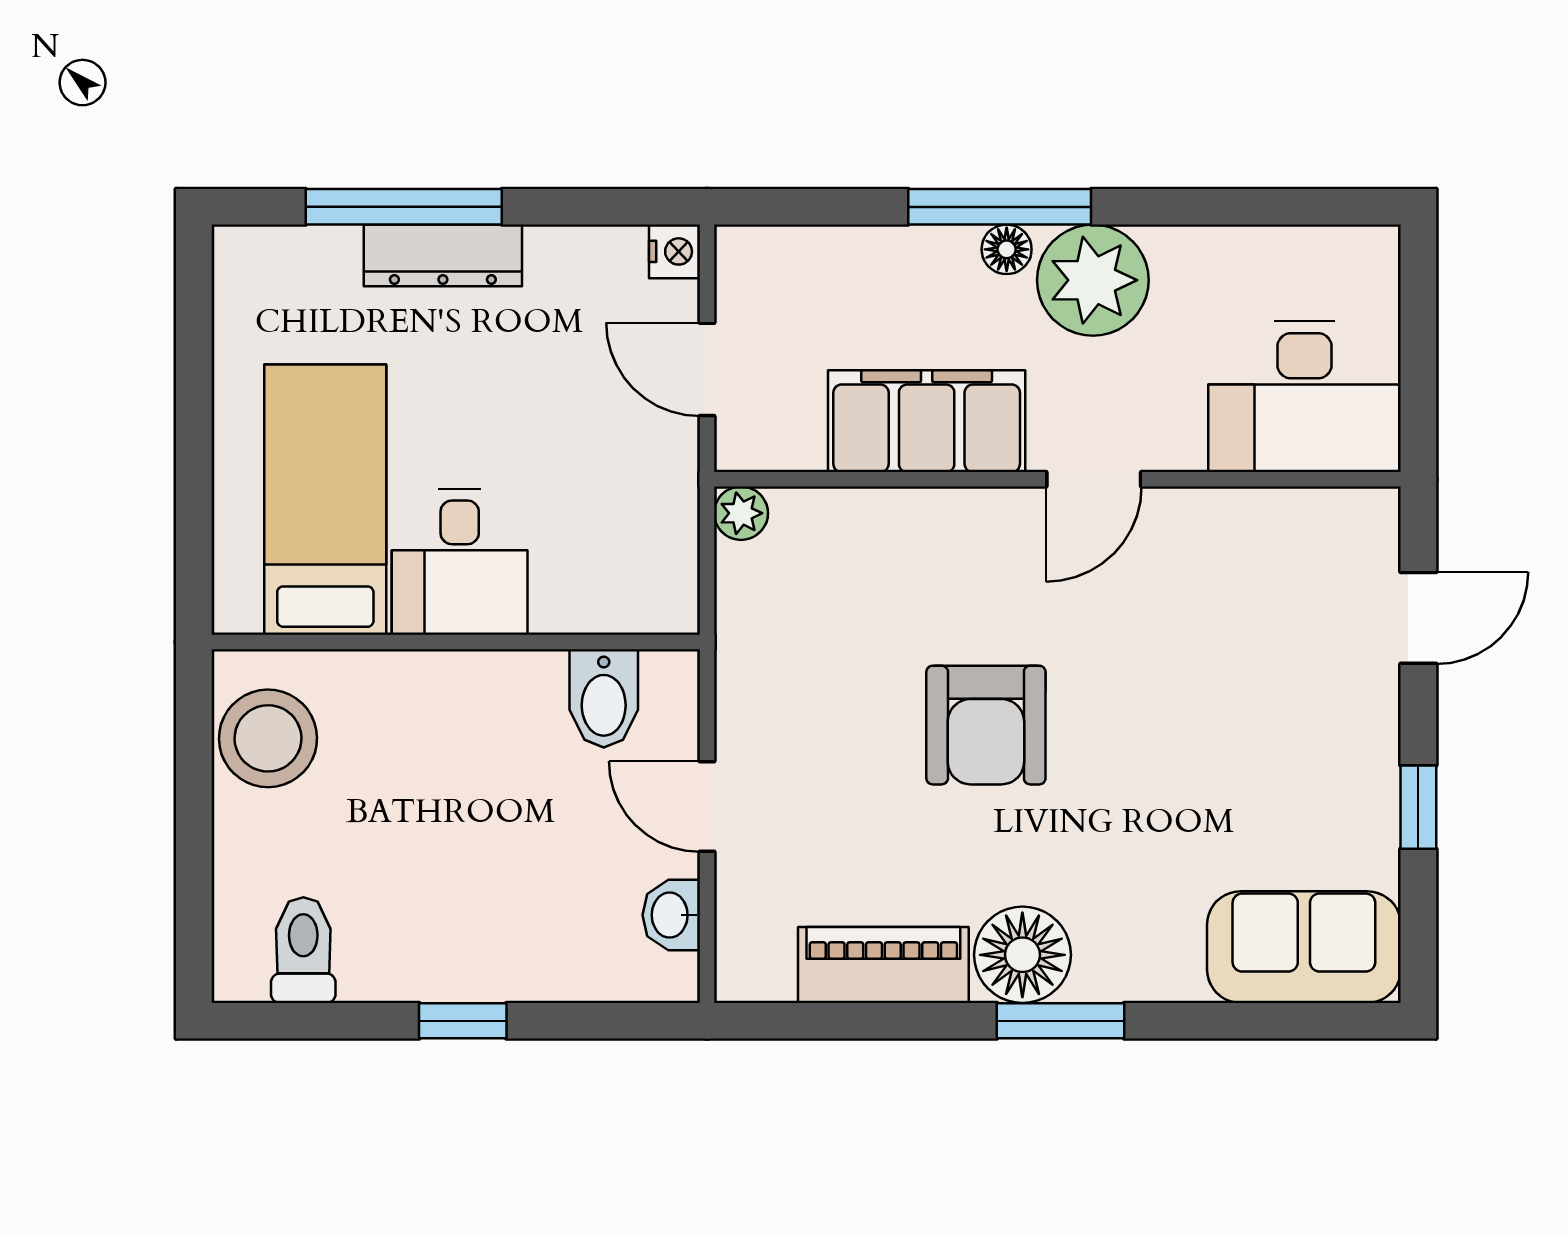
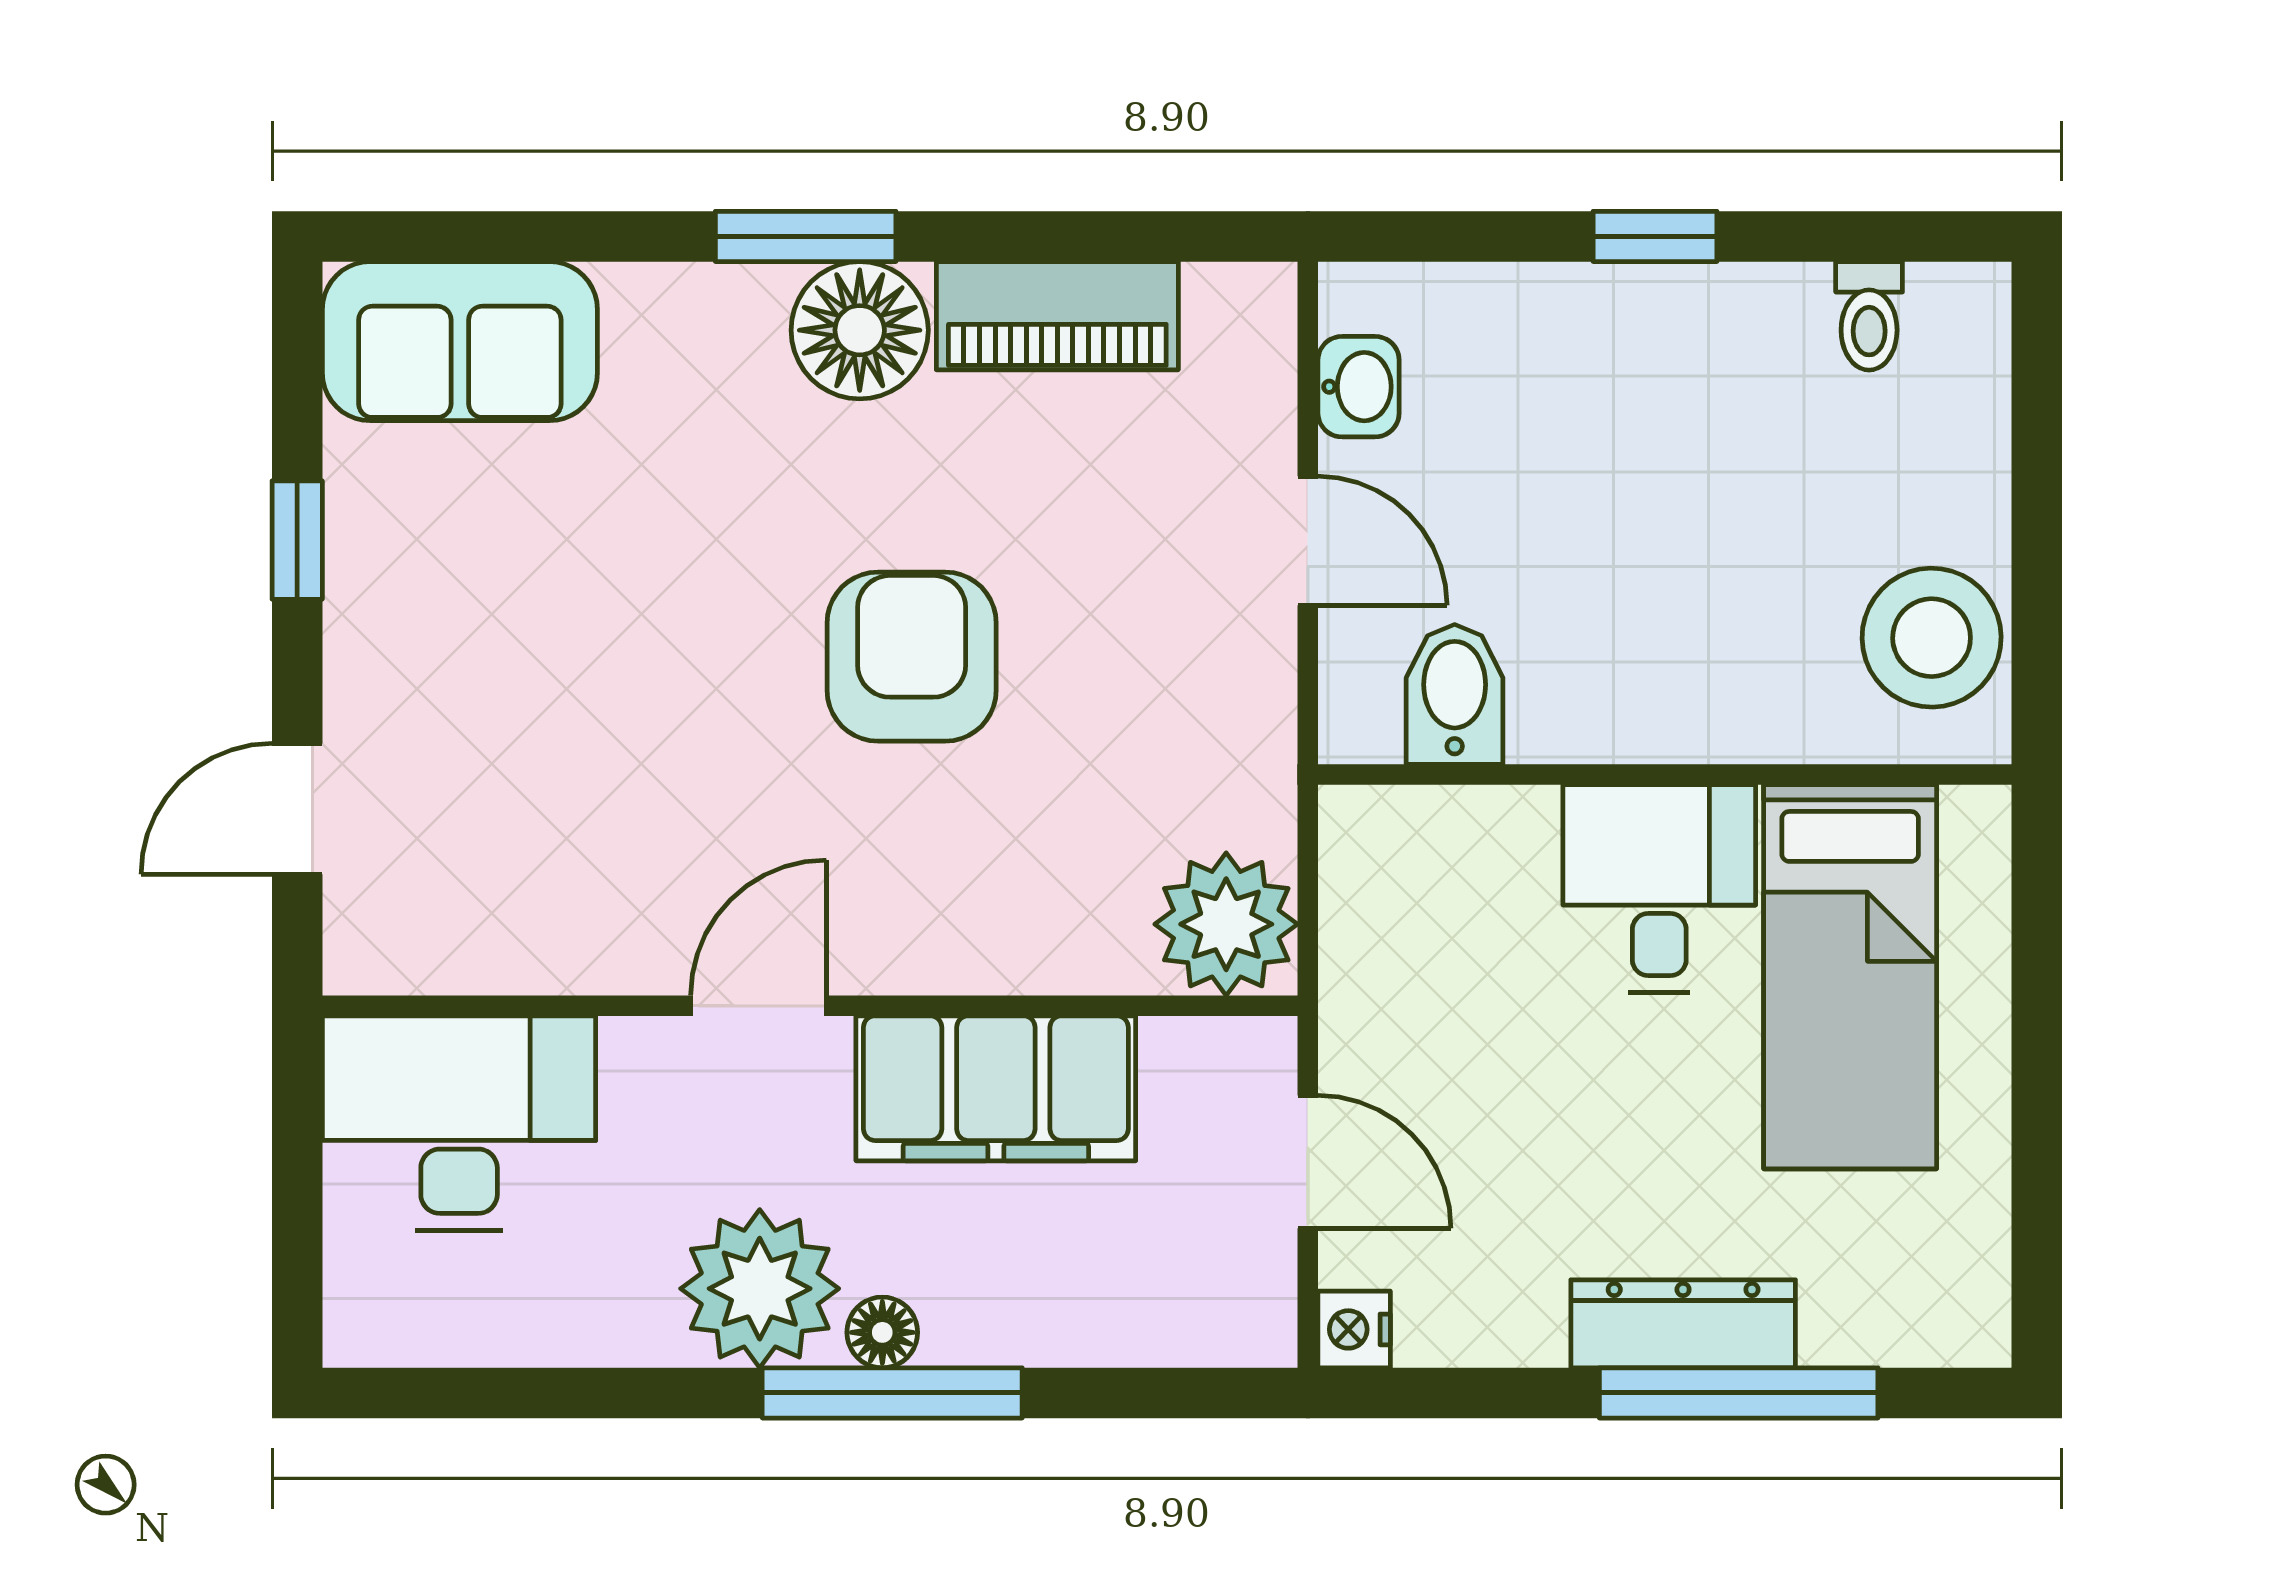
plant: (741, 513) -> (1226, 924), width x1.88, depth x1.88
toilet: (303, 950) -> (1869, 316), width x0.73, depth x0.72

